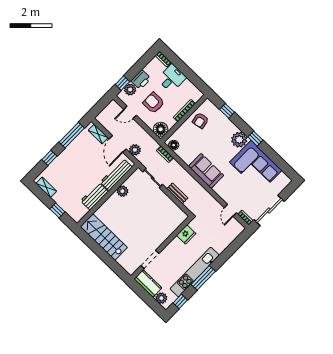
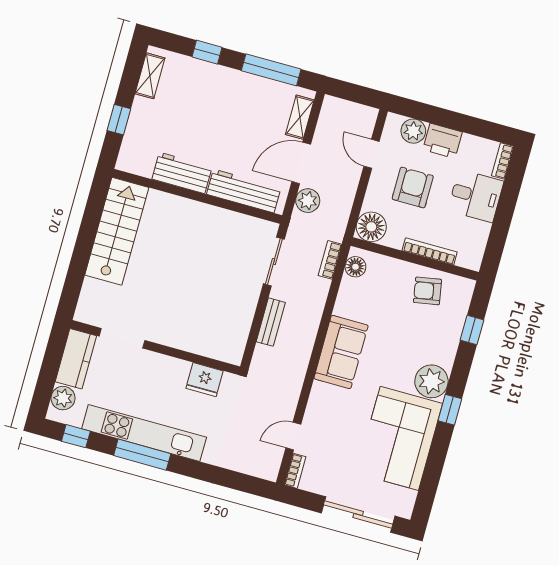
window: (122, 83) -> (418, 110), removed
plant: (122, 191) -> (220, 219), removed
sliding door: (269, 211) -> (358, 515), moved

